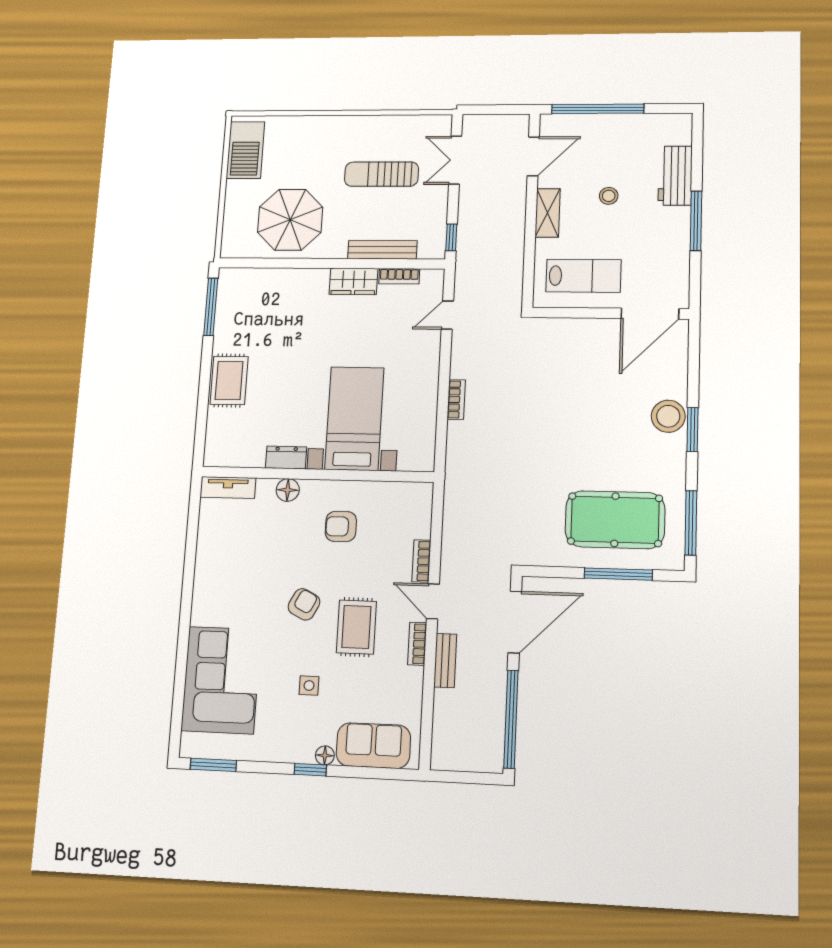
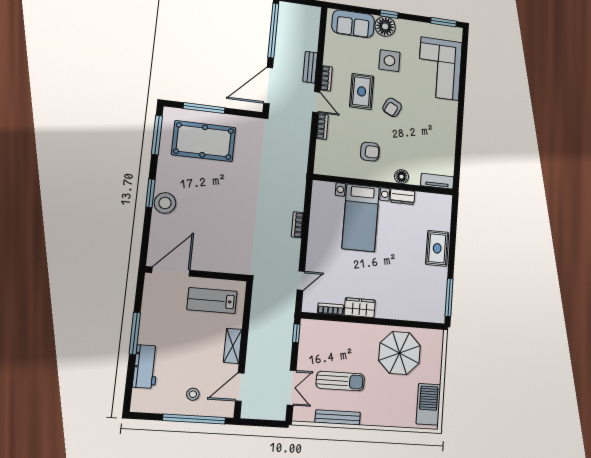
stool: (609, 196) -> (193, 394), moved
bench: (382, 250) -> (338, 417), moved
side table: (309, 686) -> (389, 61), width x1.87, depth x1.87
floor lamp: (325, 755) -> (385, 26), width x1.89, depth x1.89

